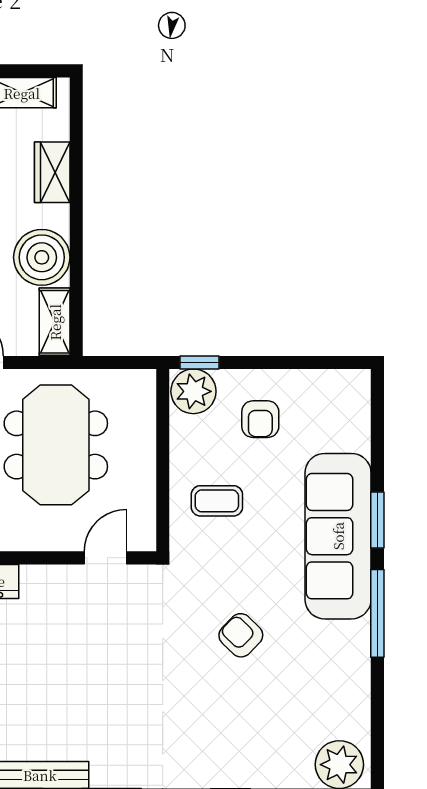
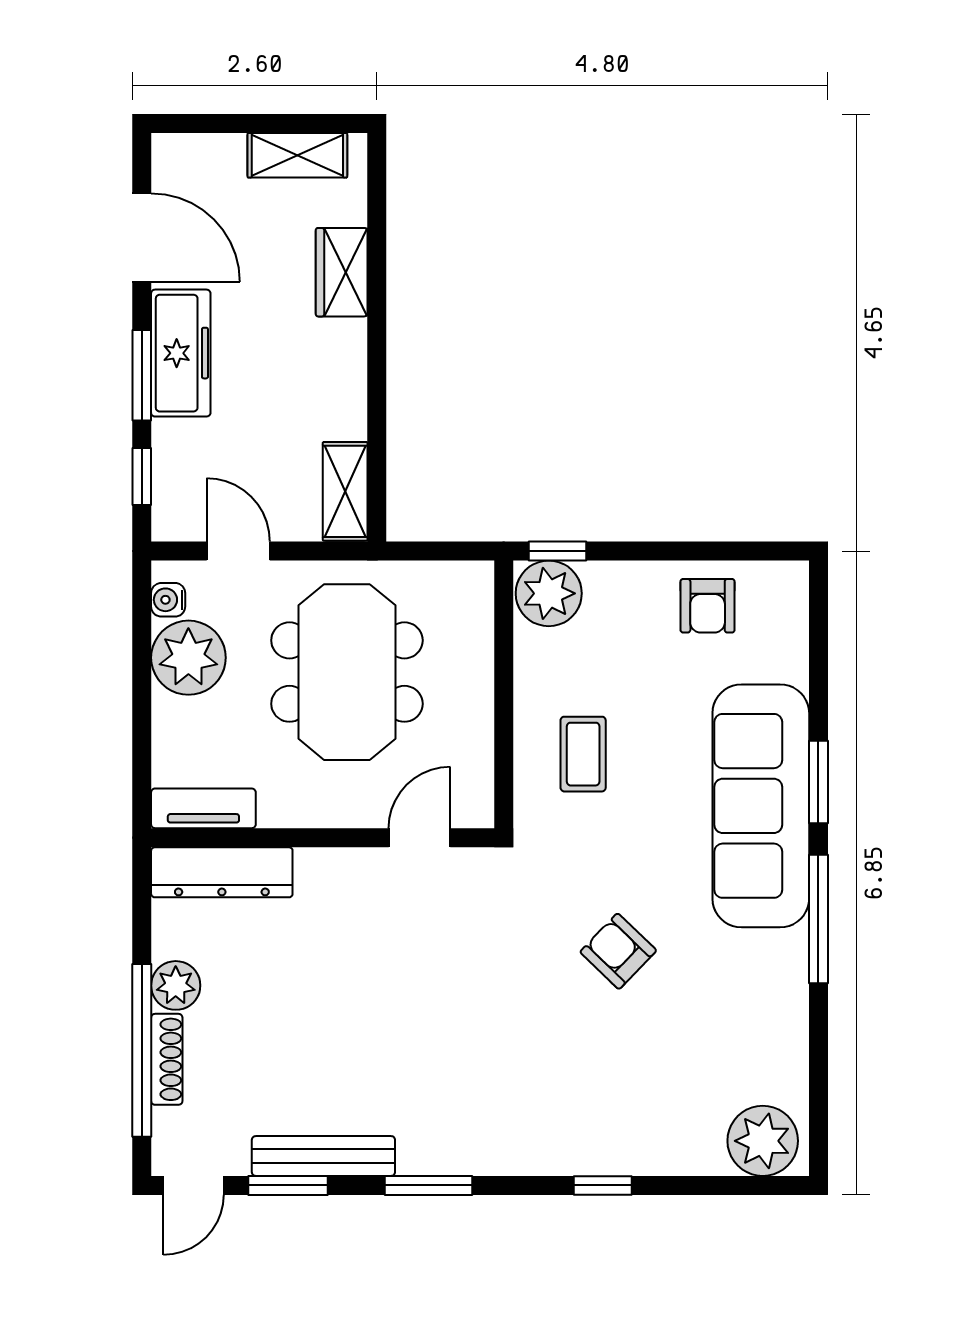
boiler: (42, 257) -> (326, 397), removed
armchair: (260, 419) -> (708, 606), moved
coffee table: (217, 501) -> (583, 754), turned 90

